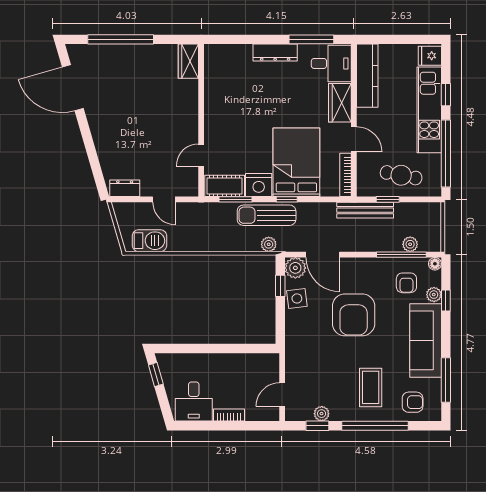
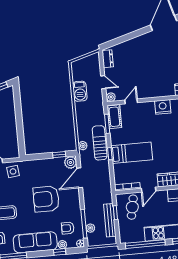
door: (201, 155) -> (131, 101), hinge flipped
bed: (296, 162) -> (132, 153), width x0.67
cafe table: (401, 175) -> (132, 207), moved
nightstand: (259, 185) -> (163, 107), moved, turned 90
plant: (191, 189) -> (111, 97), added
door: (164, 199) -> (103, 82), swing flipped
bench: (365, 210) -> (110, 220), moved
barbecue: (149, 241) -> (80, 91), moved
side table: (297, 298) -> (13, 171), moved

